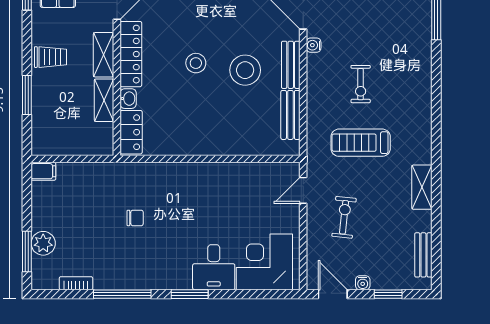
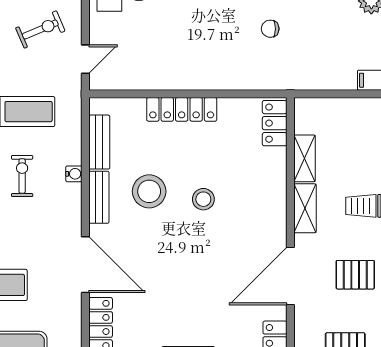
water cooler: (314, 45) -> (74, 174), moved
locker: (131, 54) -> (182, 109), moved, turned -90
washbasin: (128, 99) -> (278, 160), removed
exercise bike: (344, 217) -> (40, 29), turned -119

